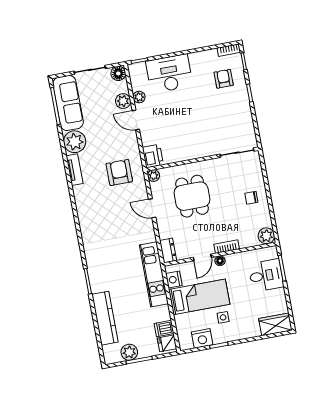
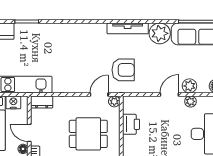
printer: (153, 156) -> (131, 124), moved, turned -90
tv unit: (75, 170) -> (128, 28), width x1.41
door: (152, 208) -> (99, 94), moved

